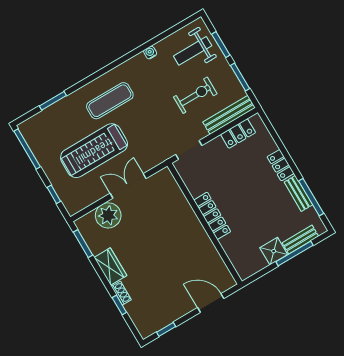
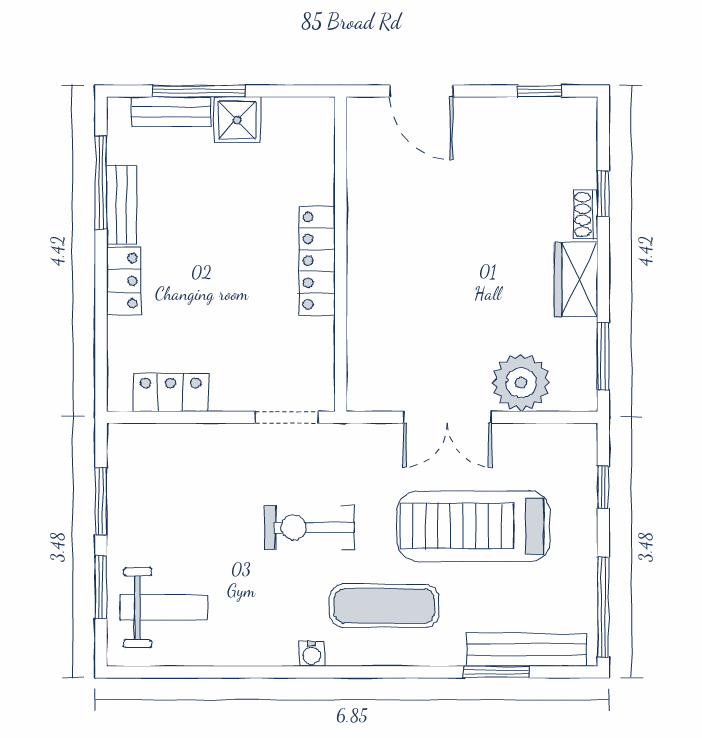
water cooler: (150, 53) -> (312, 654), moved
exercise bike: (195, 95) -> (309, 528), moved
bench: (229, 115) -> (527, 650), moved
treadmill: (94, 151) -> (474, 526), turned 180

